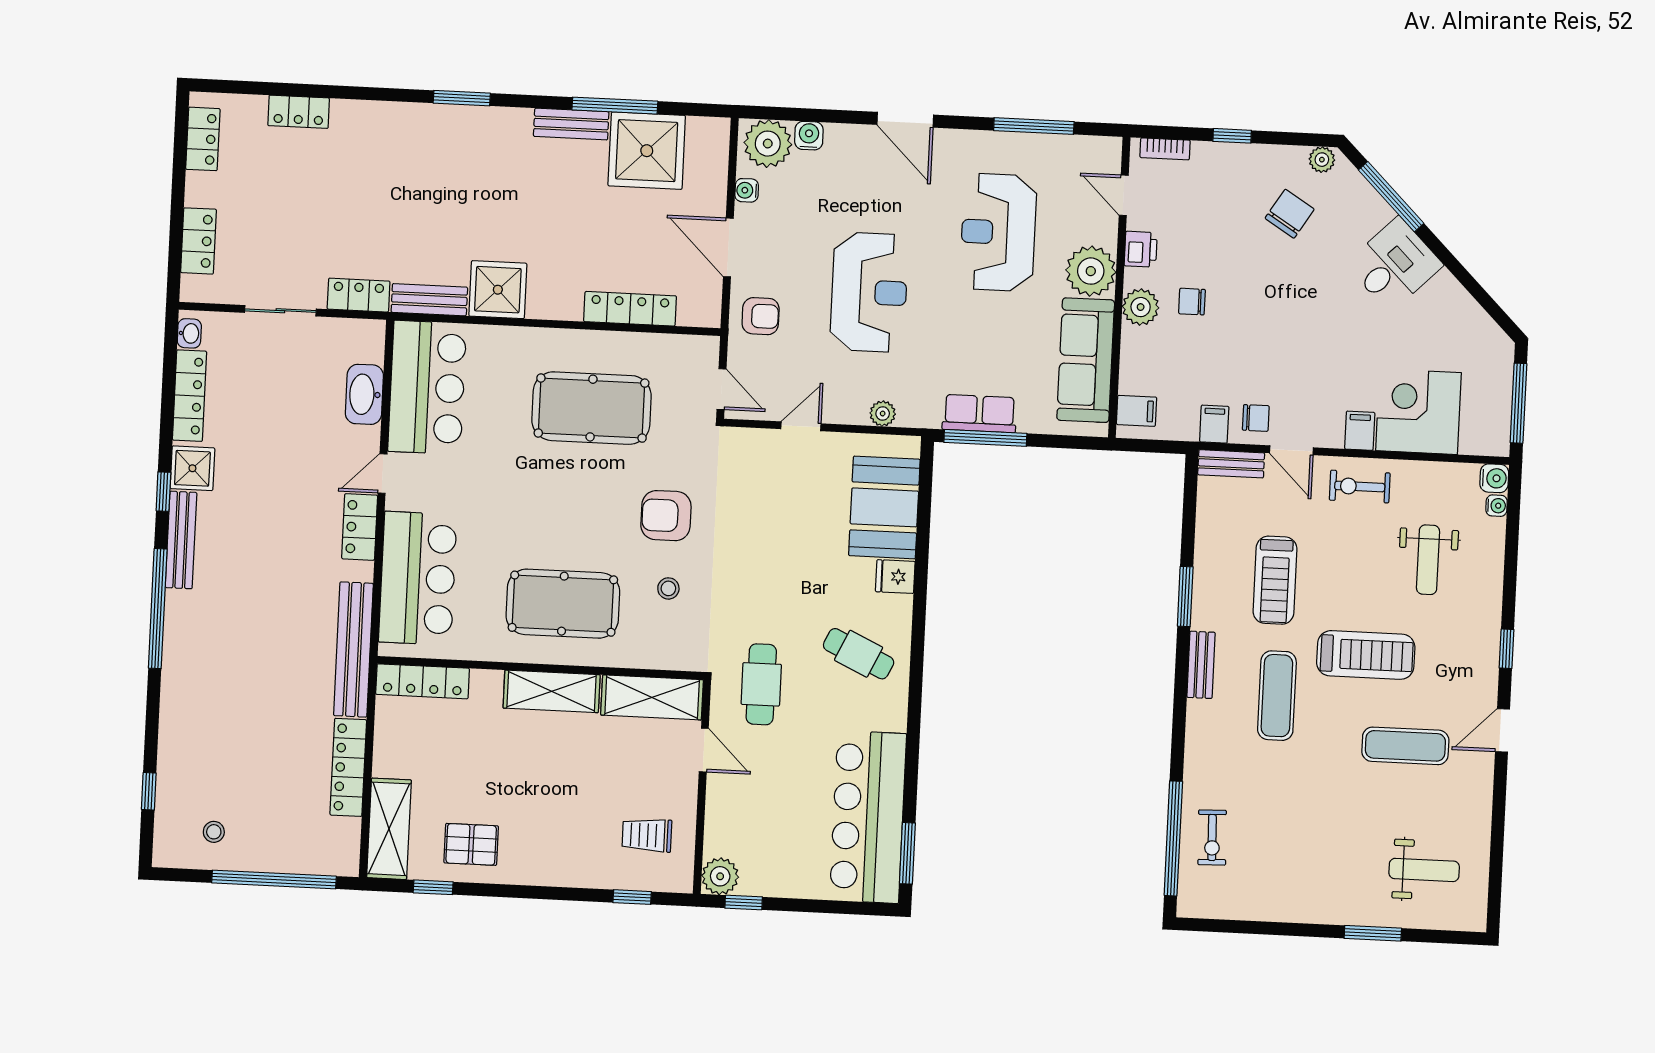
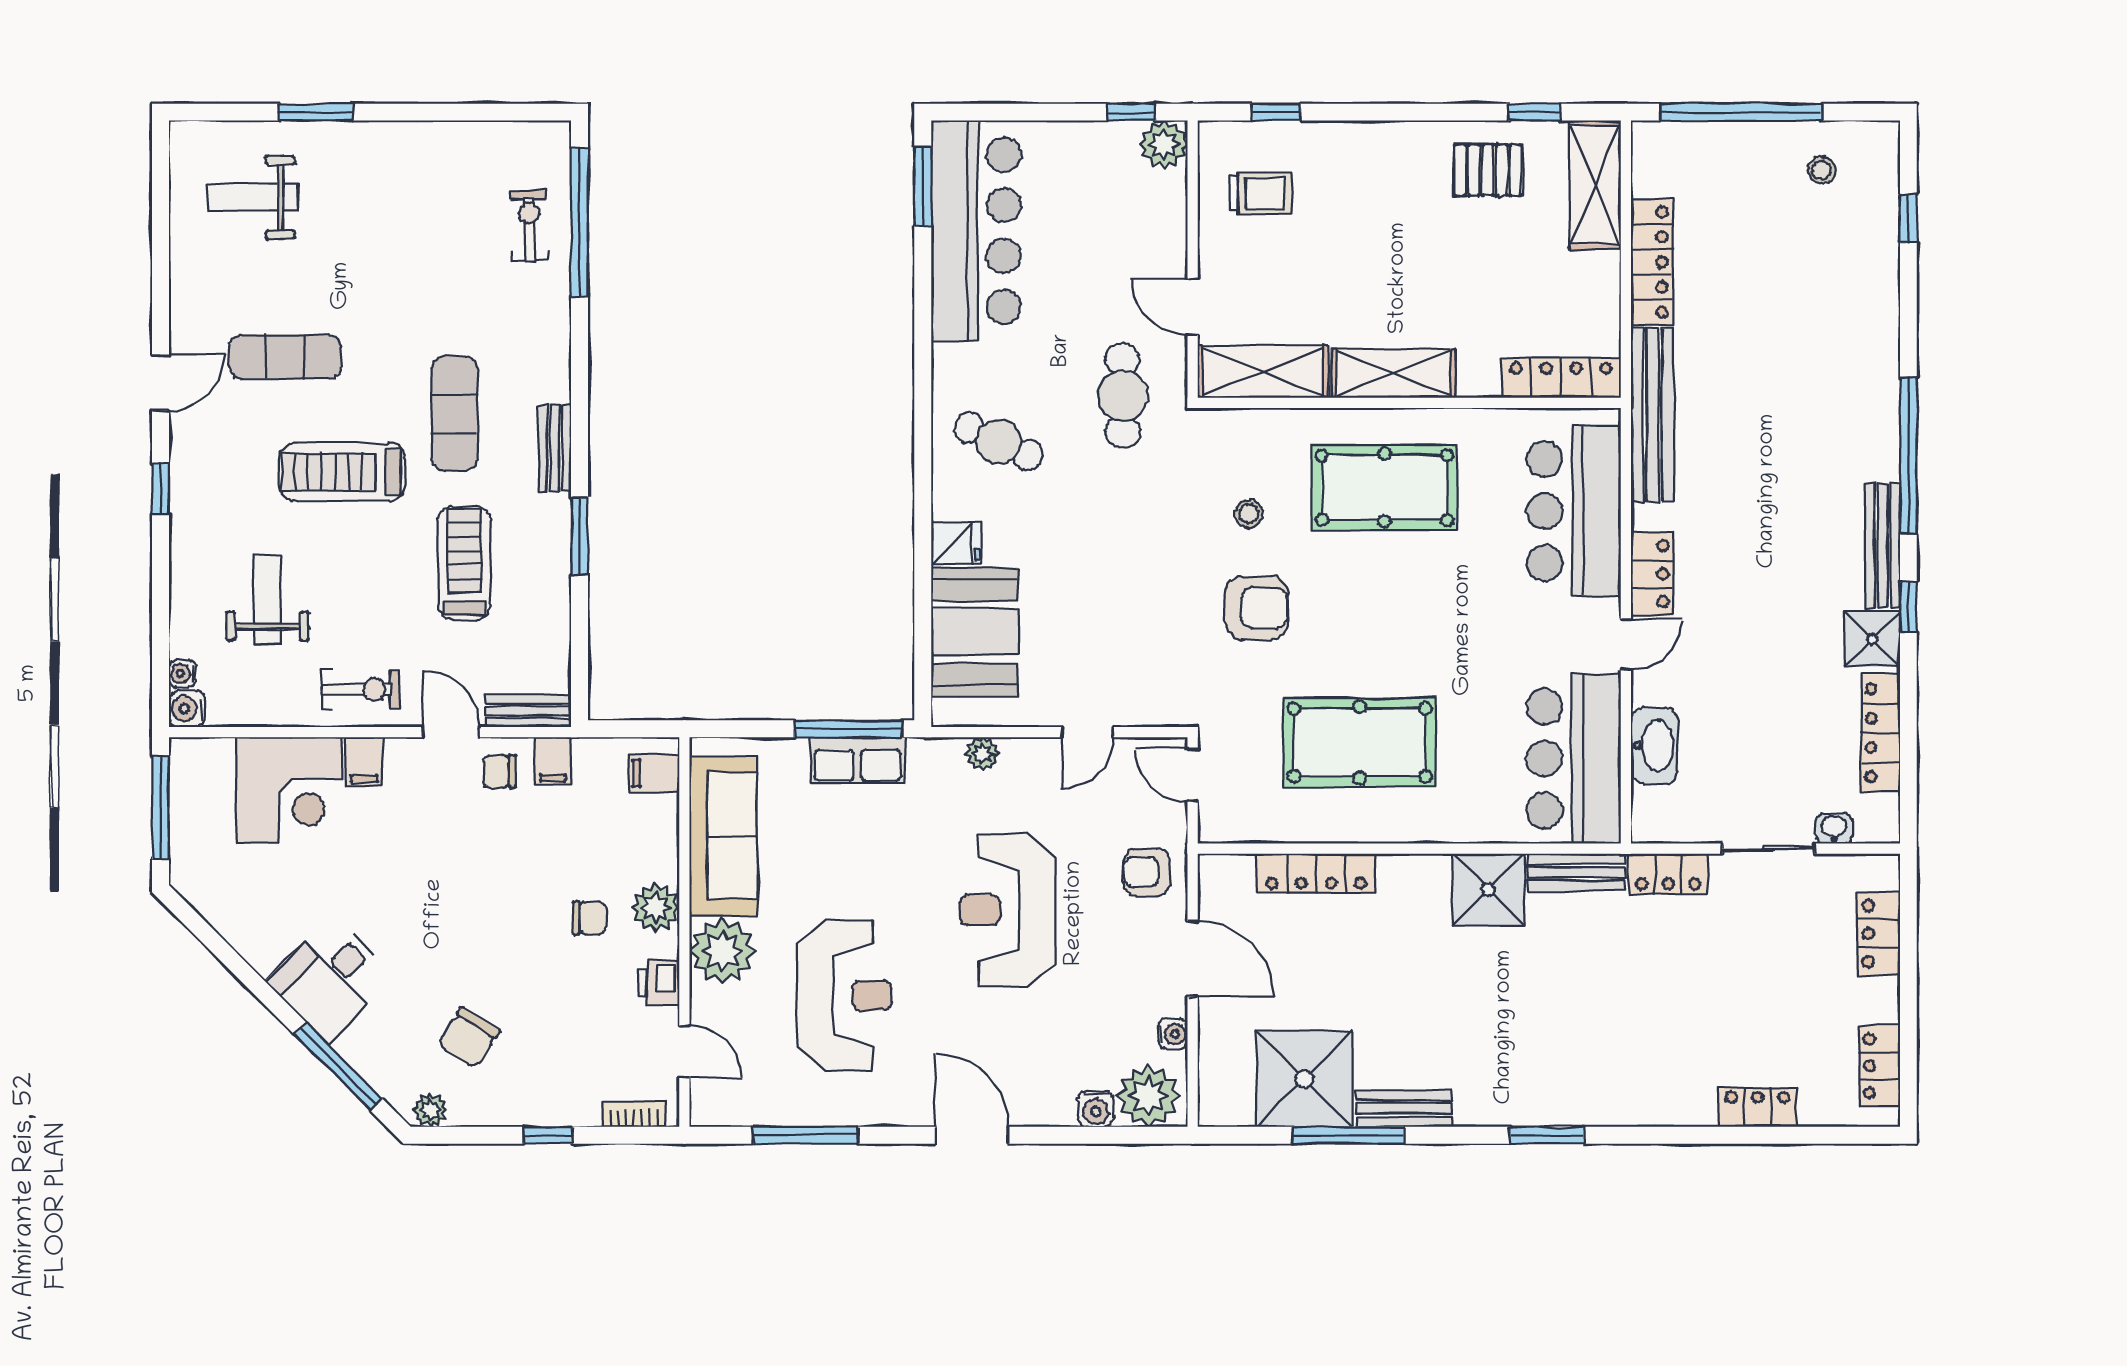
washbasin: (189, 333) -> (1834, 829), moved, turned 90

